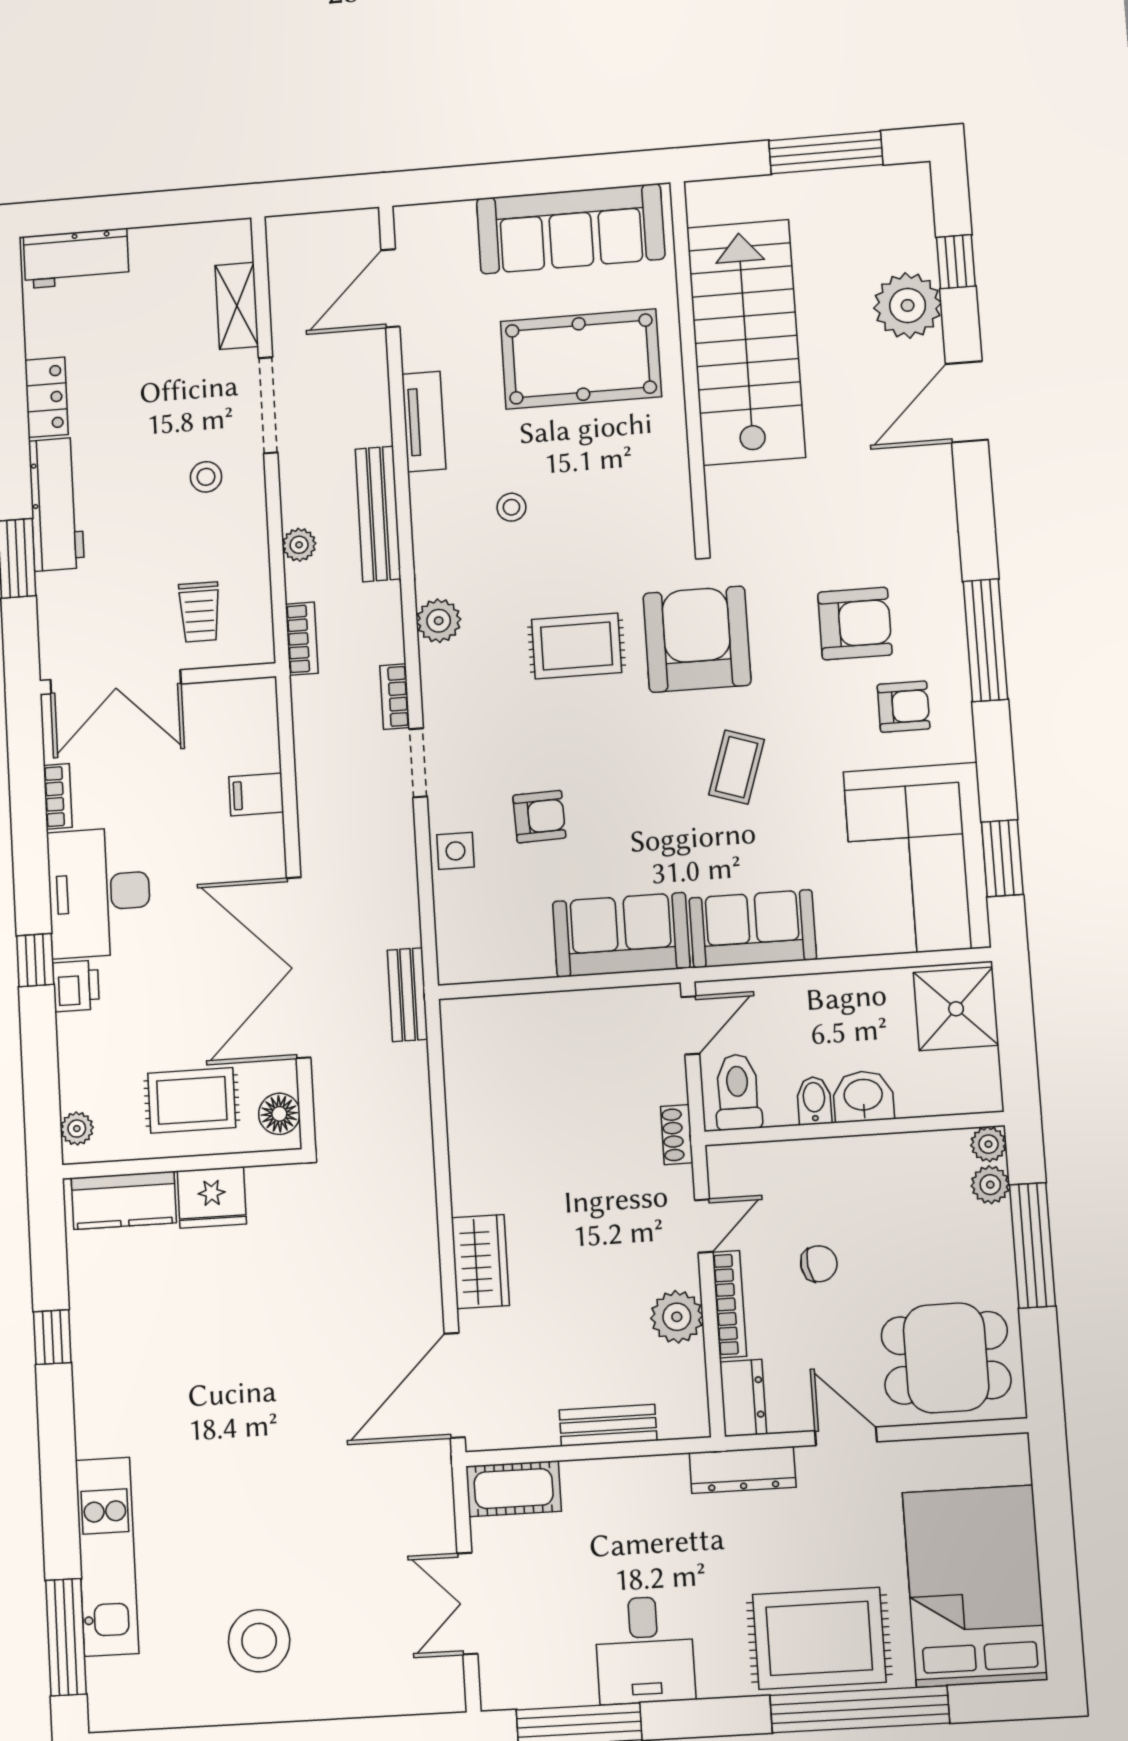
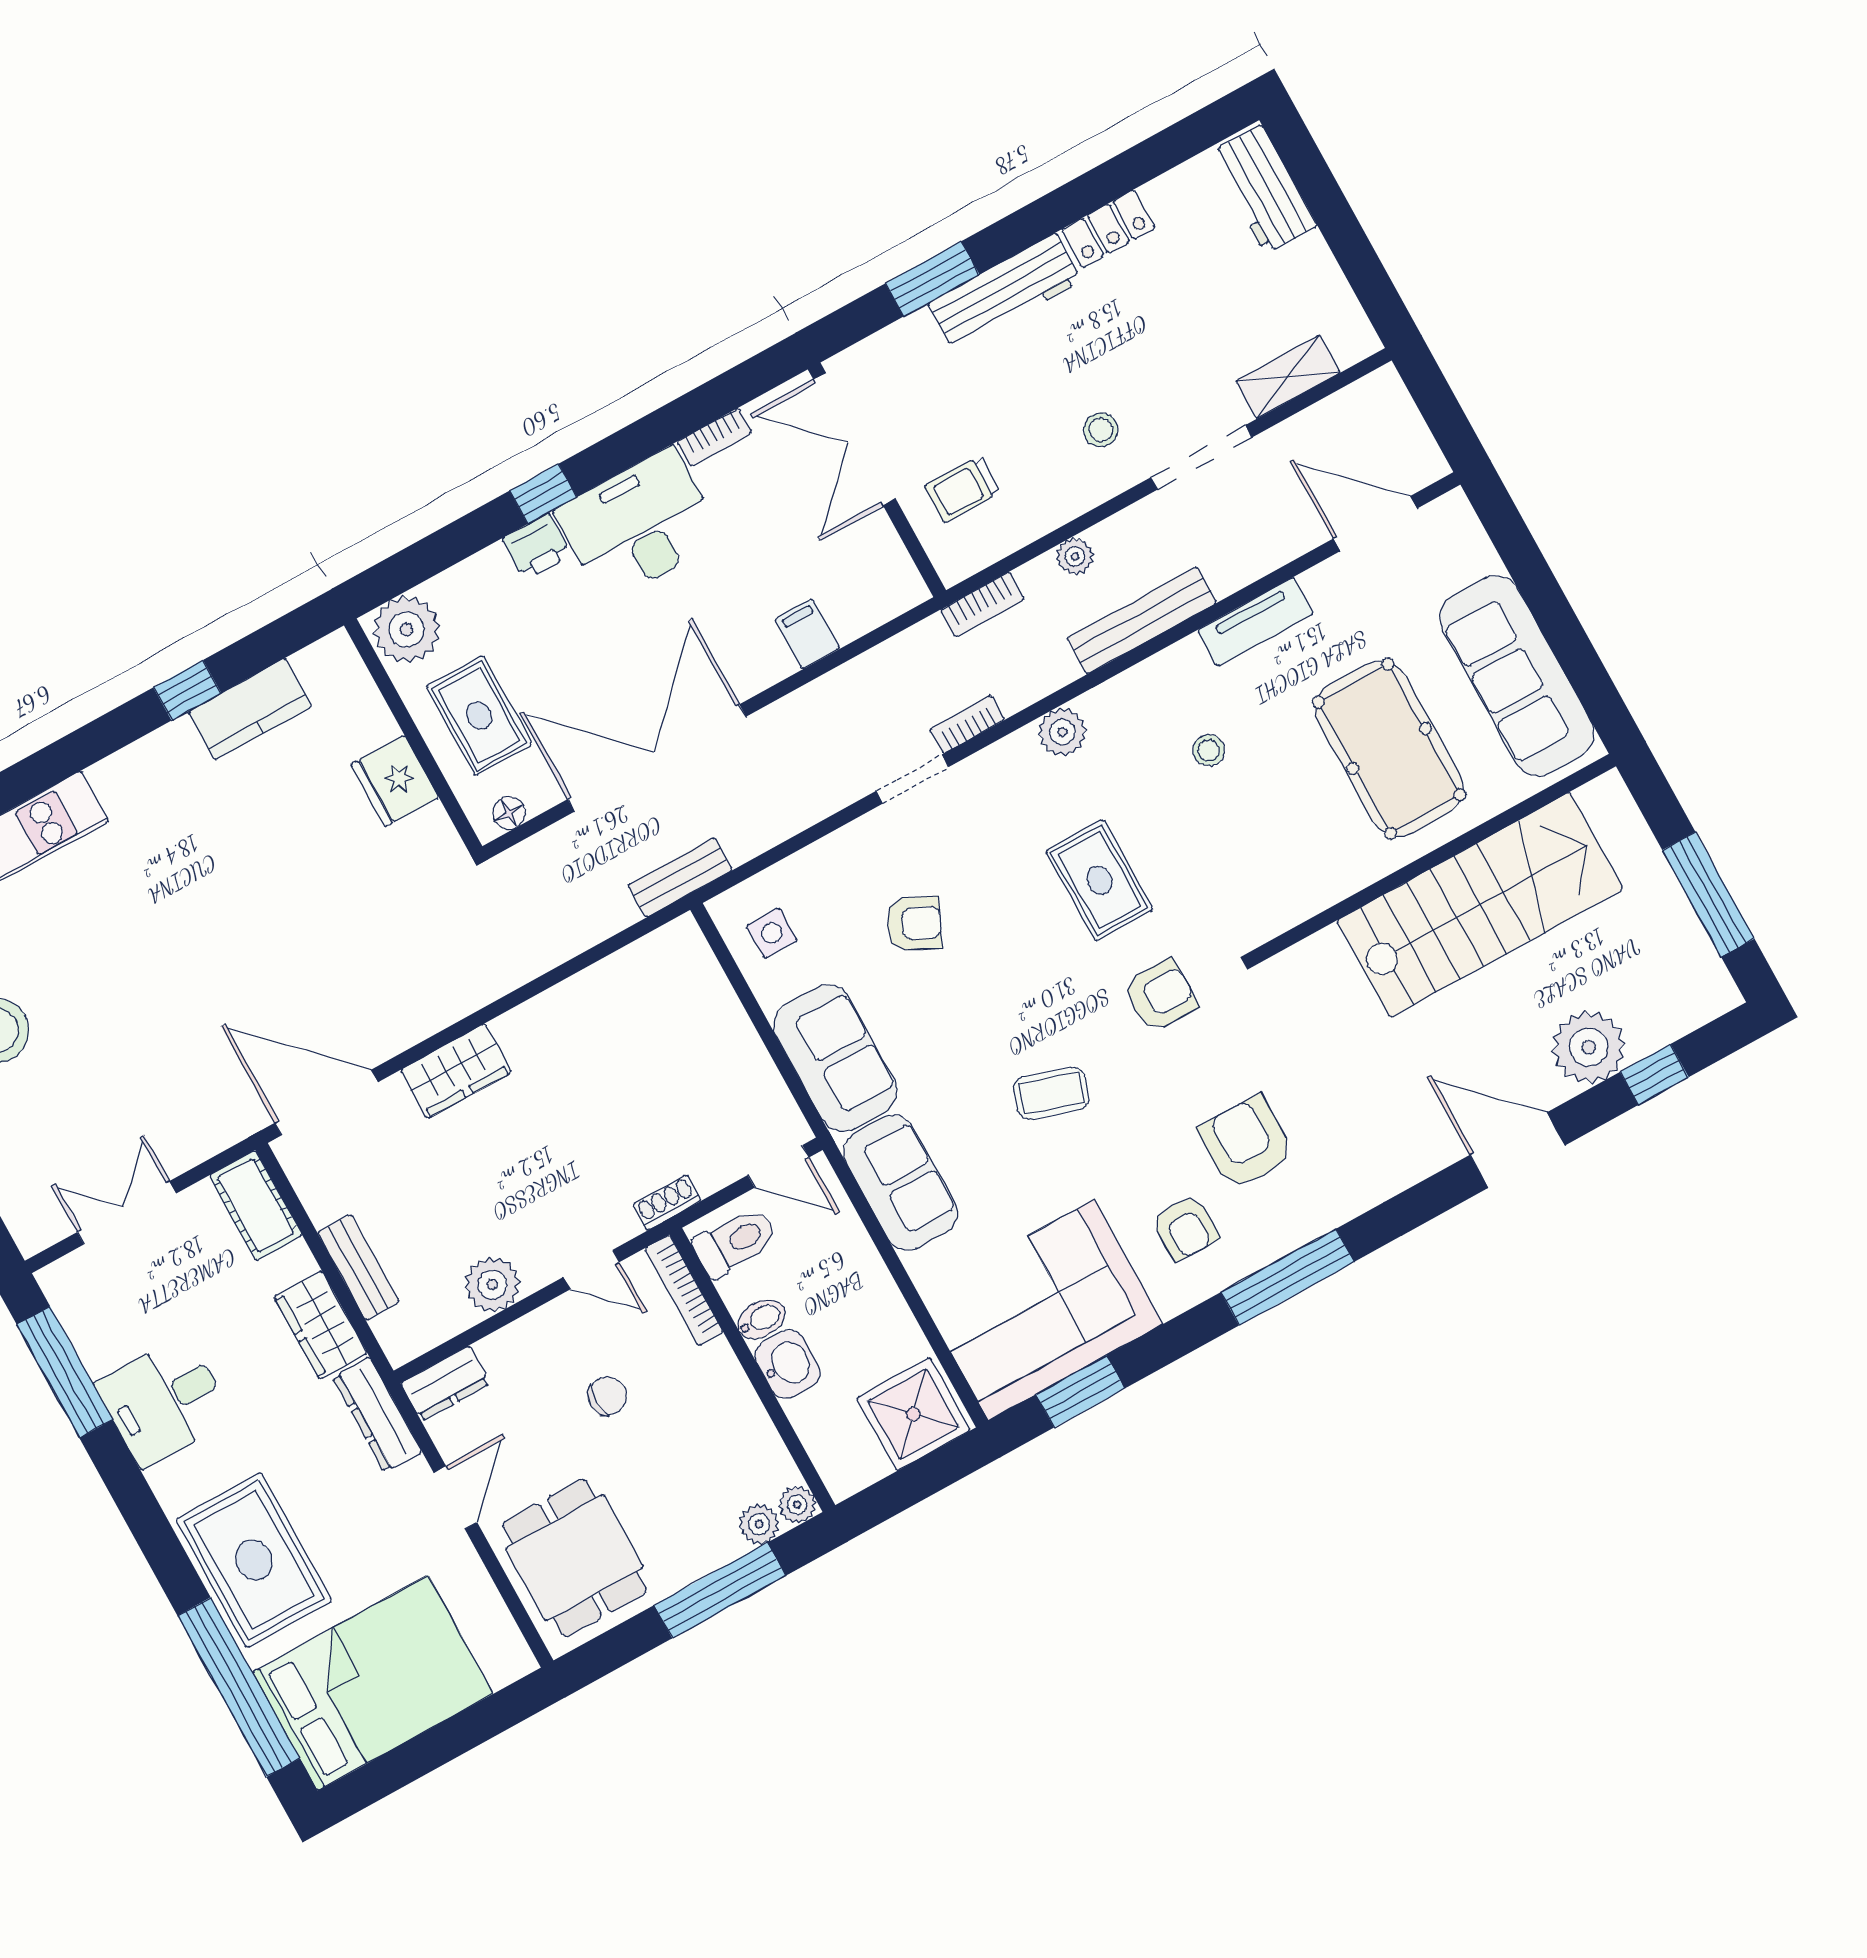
armchair: (855, 624) -> (1246, 1143), turned 180
armchair: (697, 639) -> (1160, 996), width x0.53, depth x0.53
armchair: (539, 817) -> (914, 923), turned -63
side table: (456, 851) -> (772, 933), moved
floor lamp: (279, 1114) -> (509, 813), width x0.73, depth x0.73
plant: (77, 1129) -> (406, 629), width x1.88, depth x1.88
kitchen counter: (124, 1200) -> (250, 709), moved, turned -90
chair: (819, 1264) -> (607, 1396), turned -81
bookcase: (729, 1304) -> (684, 1290), moved, turned 90
wardrobe: (642, 1482) -> (321, 1325), added
window: (860, 1709) -> (239, 1687), moved

